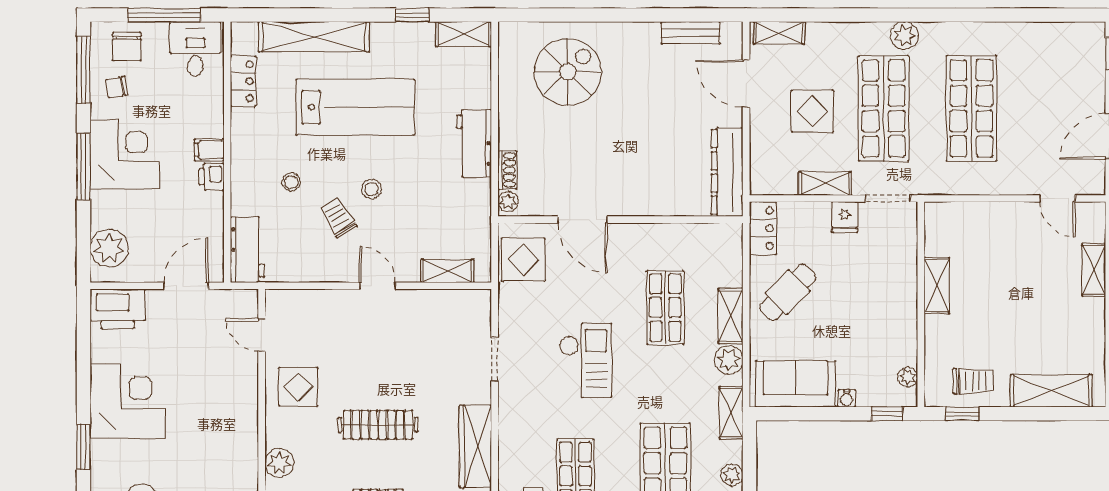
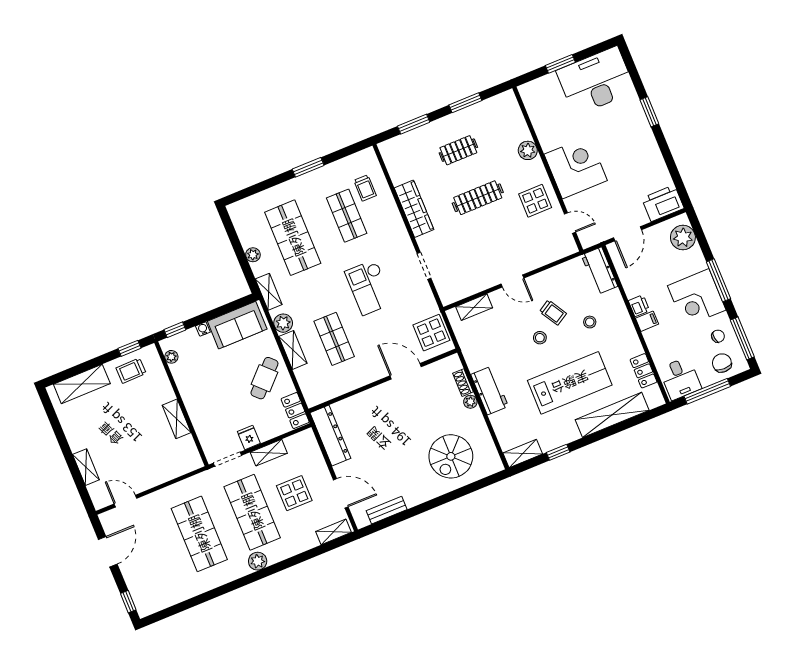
lab bench: (355, 107) -> (570, 383), turned 180
plant: (508, 202) -> (470, 402), moved
corner desk: (128, 401) -> (576, 167), moved, turned 180

